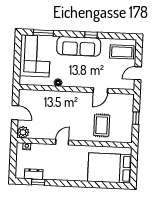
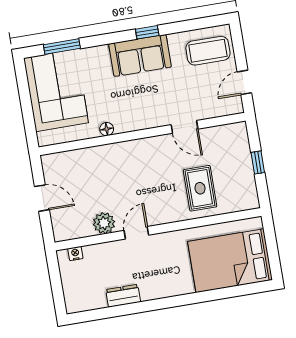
sofa: (79, 46) -> (140, 55), width x0.73
door: (100, 90) -> (185, 127), hinge flipped
plant: (23, 132) -> (104, 223), moved
dresser: (34, 174) -> (123, 296), moved
window: (38, 182) -> (109, 312), removed

